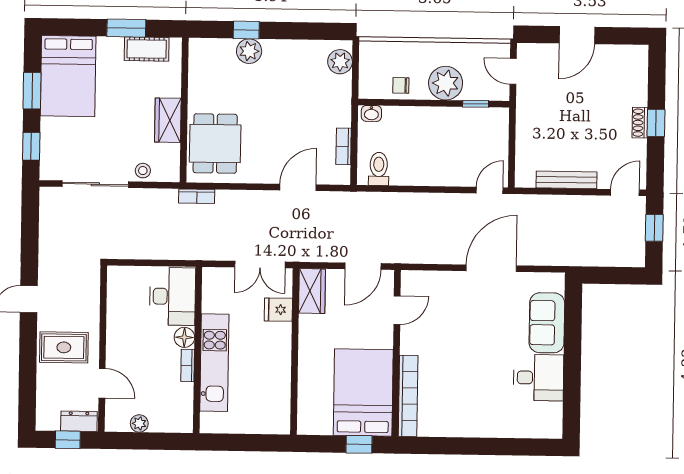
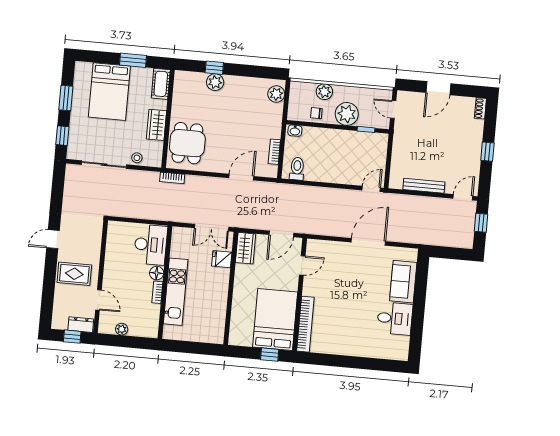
cot: (147, 49) -> (161, 84), moved, turned 90
plant: (410, 53) -> (324, 92), added
bed: (68, 76) -> (109, 92), moved
shoe rack: (640, 123) -> (480, 108), moved

